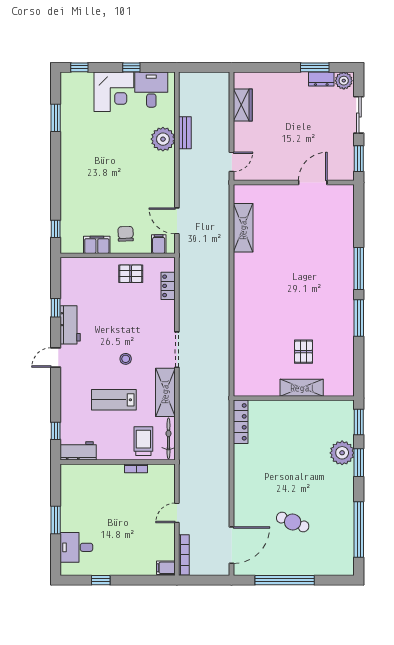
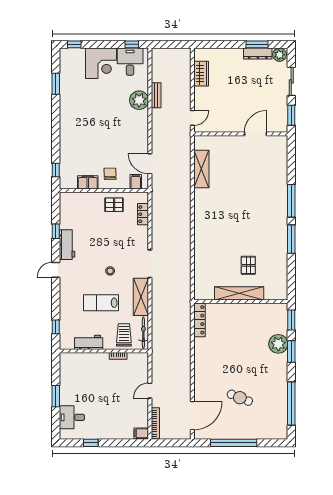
window: (131, 67) -> (132, 44), moved
dresser: (321, 79) -> (258, 54), width x1.44
shelving: (302, 388) -> (239, 293), width x1.47
workbench: (78, 451) -> (89, 342), moved

